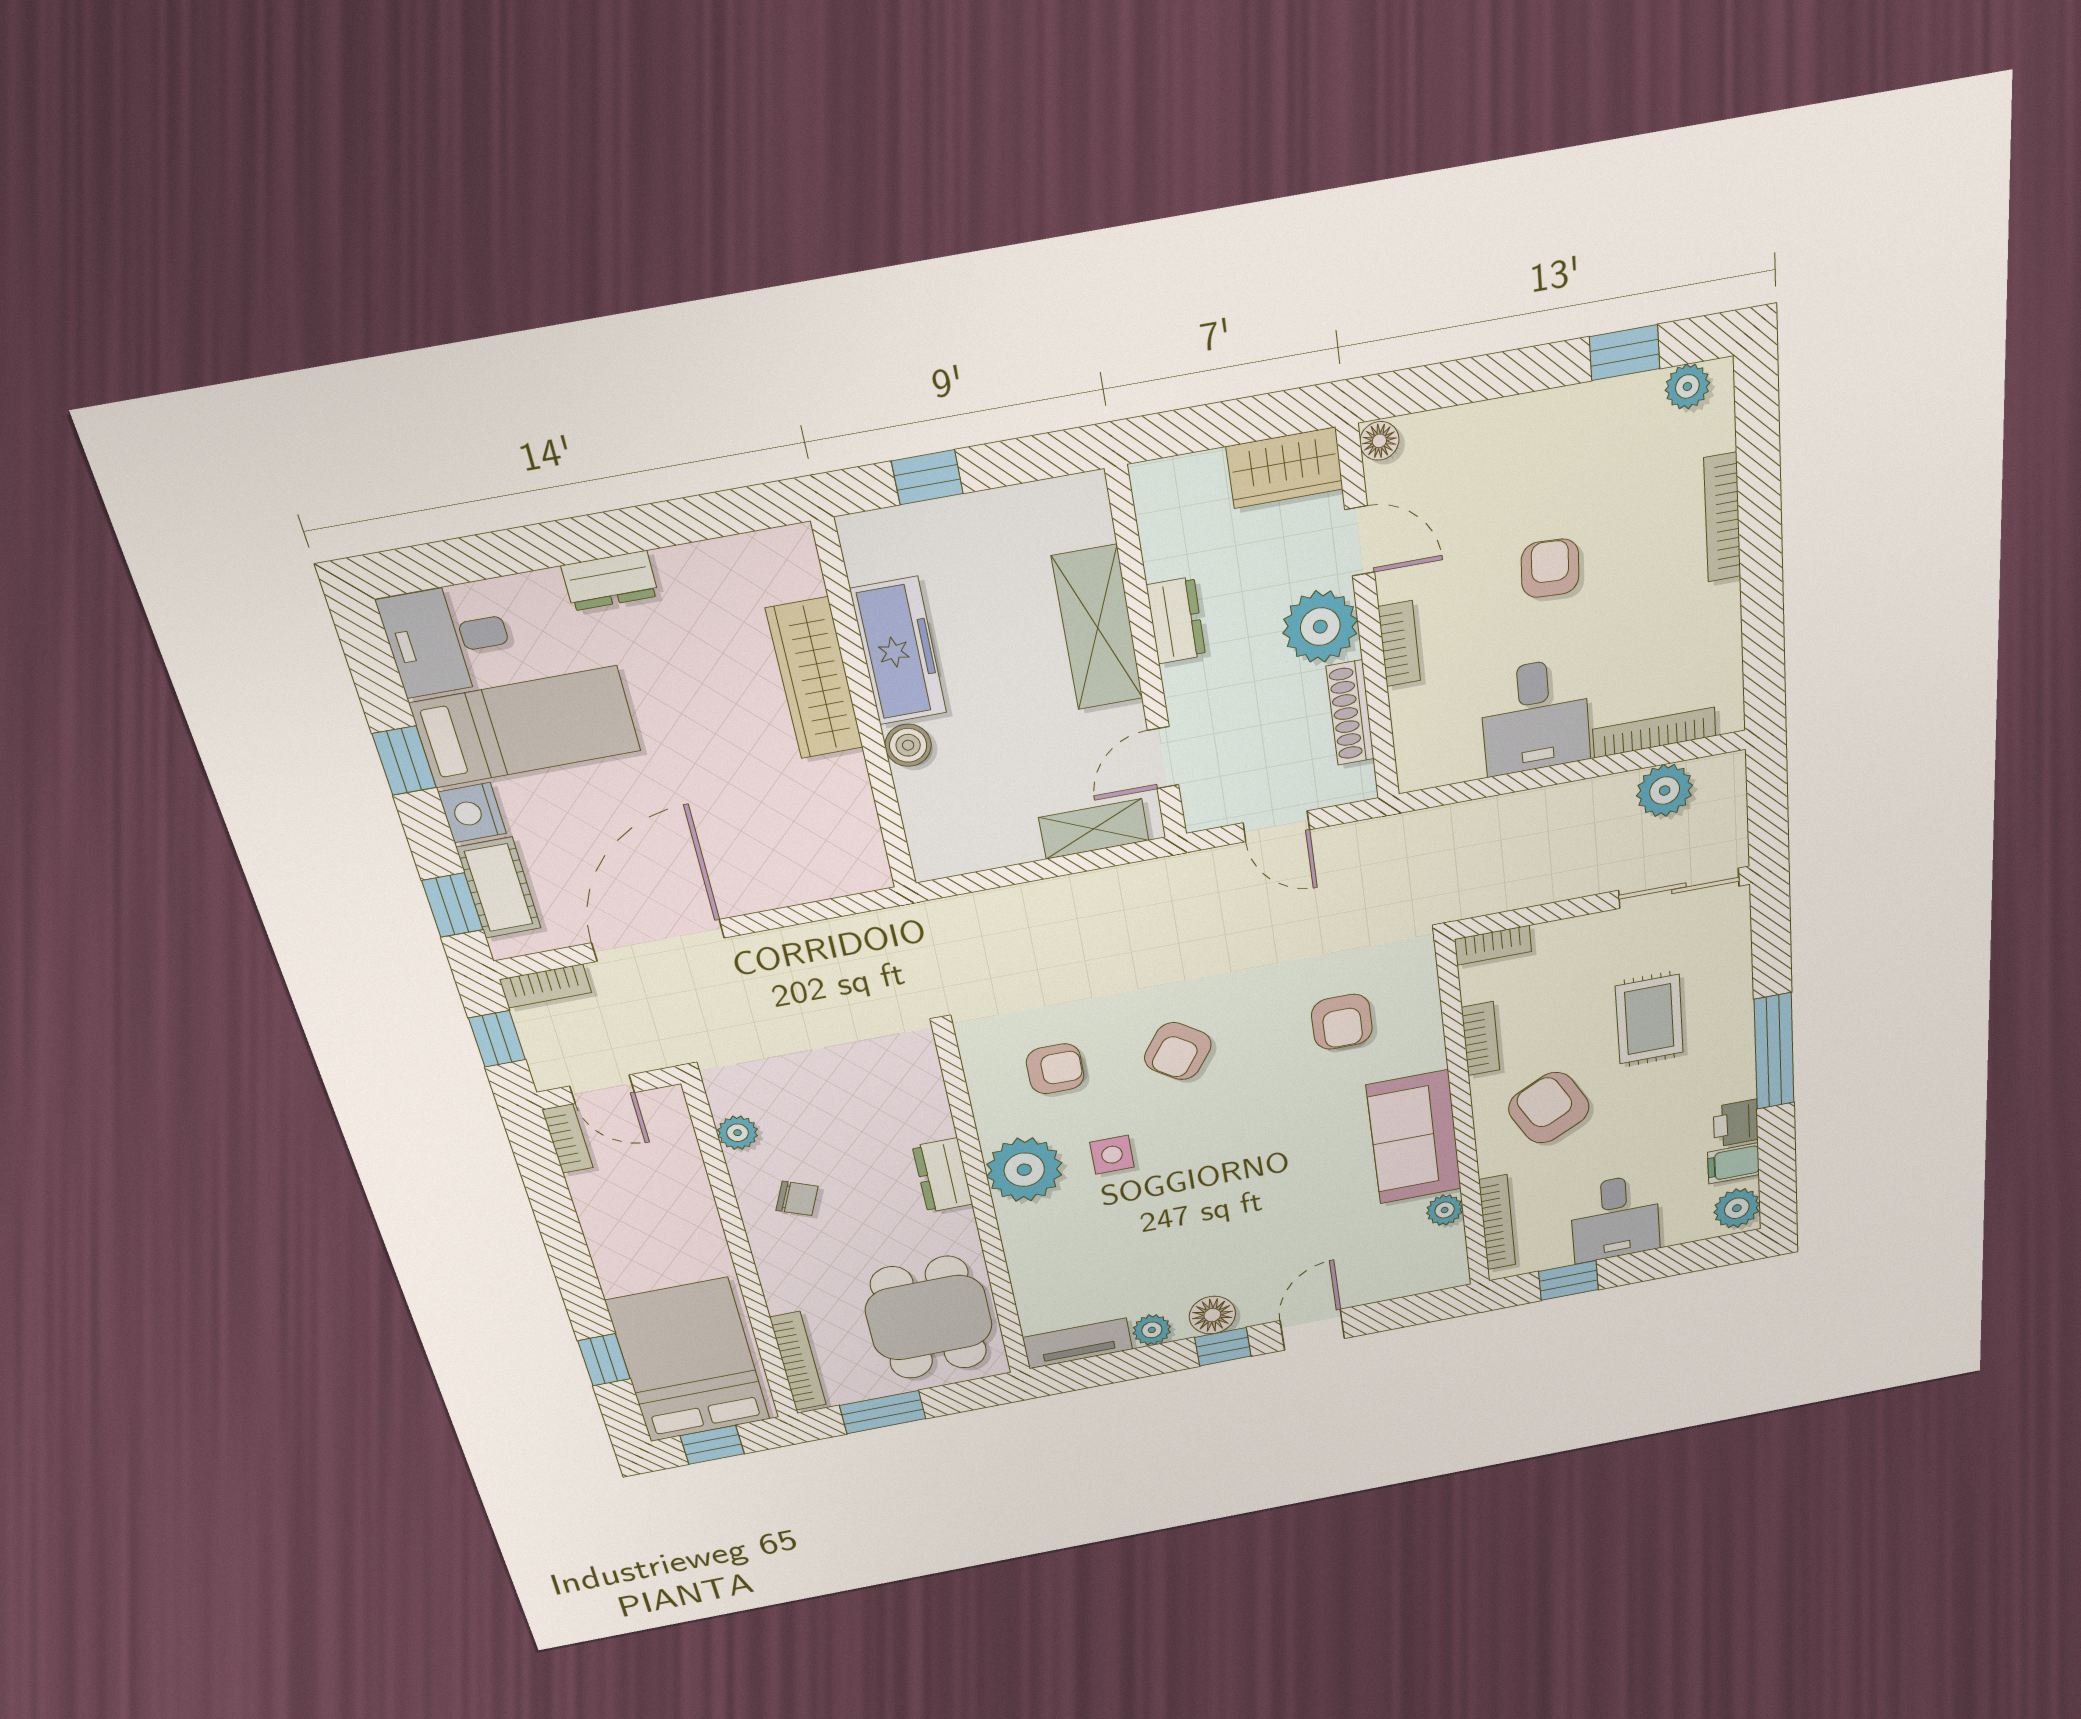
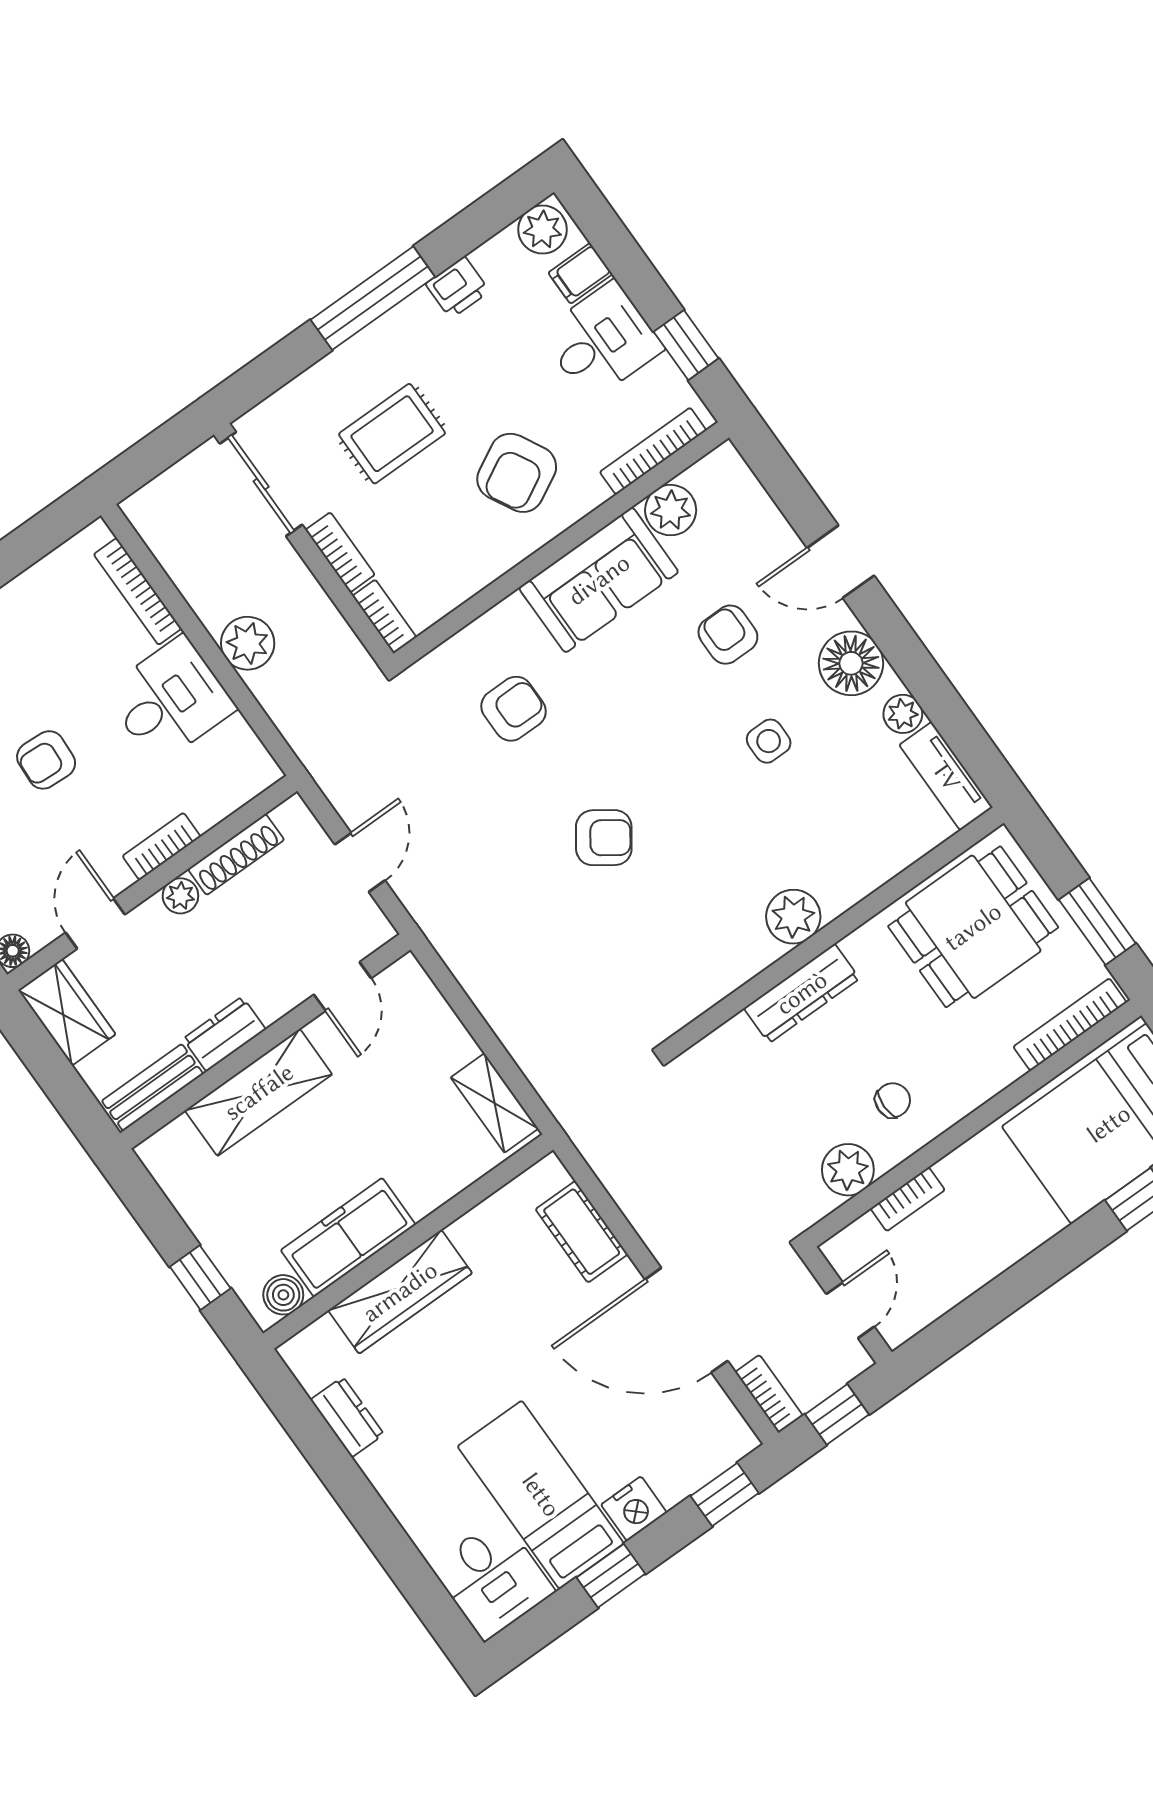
bench: (1159, 521) -> (152, 1087), added
dresser: (610, 581) -> (347, 1417), moved
plant: (1320, 627) -> (180, 896), width x0.53, depth x0.53
boiler: (908, 745) -> (283, 1295), moved
door: (1163, 758) -> (343, 986), hinge flipped
plant: (1665, 790) -> (248, 643), moved
shelving: (1094, 829) -> (494, 1103), moved
cot: (499, 888) -> (582, 1232), moved, turned 90
bookcase: (1481, 1039) -> (340, 552), moved, turned 90
armchair: (1055, 1069) -> (728, 635), moved
plant: (738, 1133) -> (848, 1170), width x1.38, depth x1.38
bookcase: (568, 1139) -> (908, 1199), moved, turned 180
side table: (1112, 1155) -> (769, 741), moved
filing cabinet: (1733, 1163) -> (580, 273), moved, turned 90
plant: (1024, 1170) -> (793, 917), width x0.73, depth x0.73
dresser: (943, 1175) -> (802, 993), width x1.44
chair: (797, 1198) -> (893, 1100), turned 67
plant: (1445, 1210) -> (671, 510), width x1.38, depth x1.38
floor lamp: (1212, 1315) -> (851, 663), width x1.38, depth x1.38
window: (1223, 1347) -> (894, 637), removed

